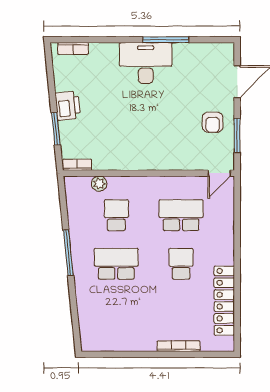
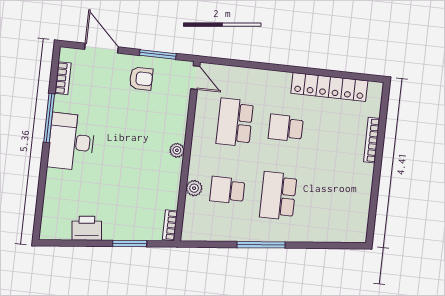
bookcase: (73, 48) -> (63, 78), moved
printer: (68, 106) -> (87, 228), moved
plant: (149, 164) -> (177, 150), added
plant: (99, 184) -> (194, 188), moved

